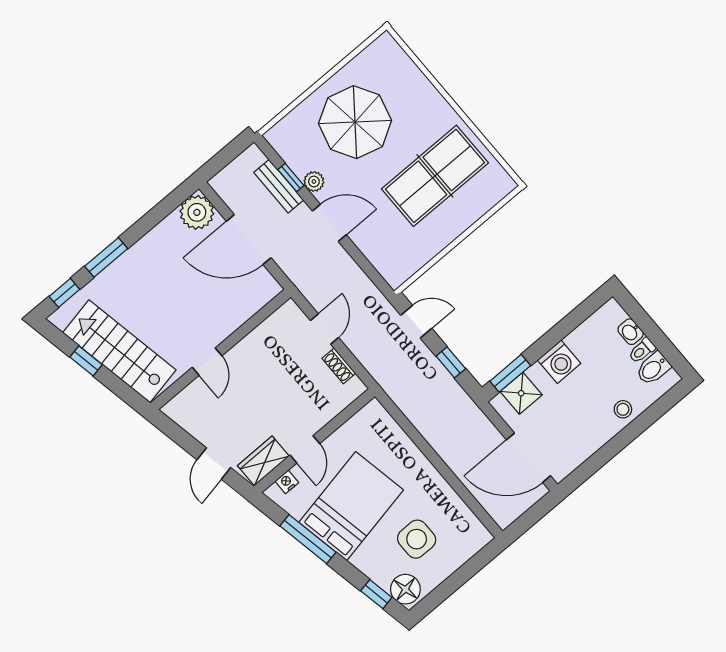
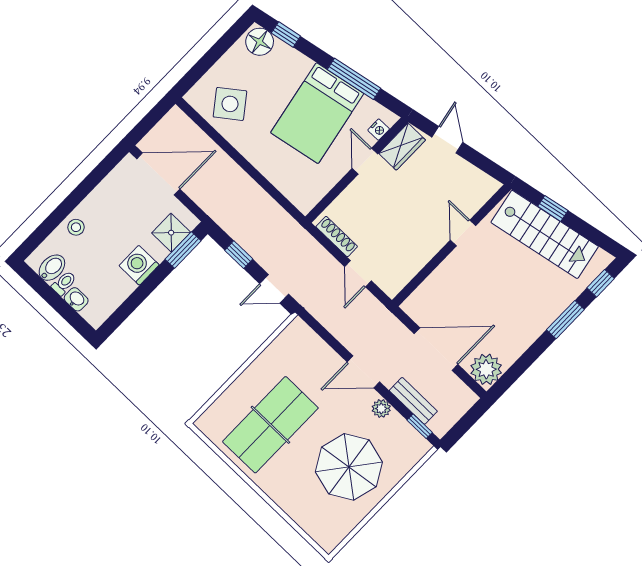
window: (291, 177) -> (420, 426), moved
window: (86, 361) -> (553, 208), moved
shoe rack: (339, 366) -> (337, 237), width x1.43
side table: (417, 539) -> (230, 104), moved, turned -37

